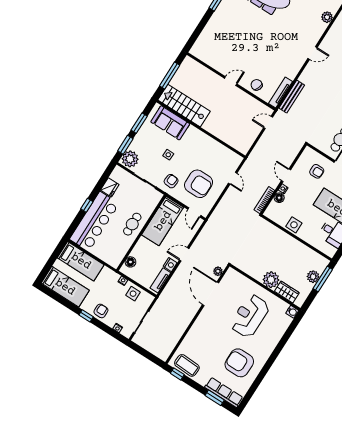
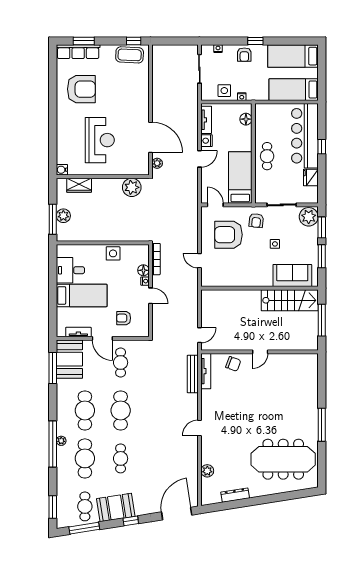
plant: (271, 280) -> (132, 187), moved

